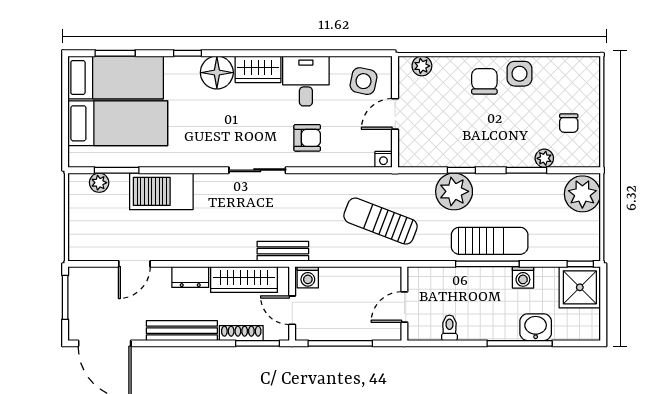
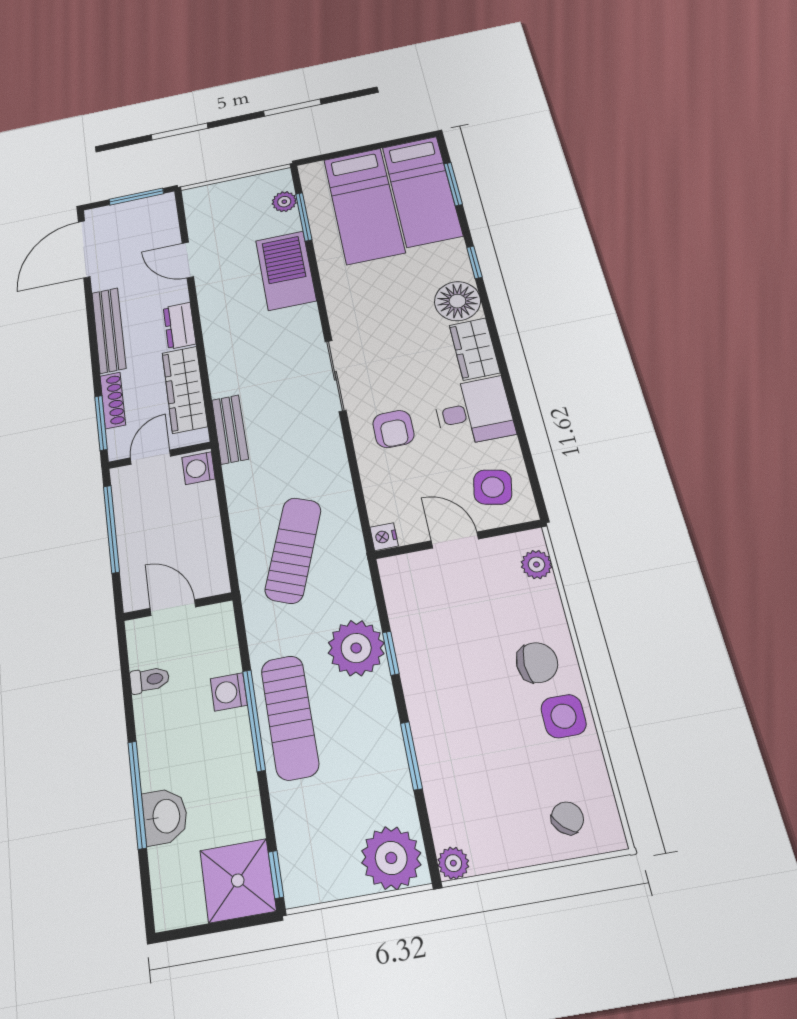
chair: (569, 123) -> (567, 818), moved, turned 133
plant: (544, 158) -> (453, 863), moved
washing machine: (523, 277) -> (229, 692), moved

